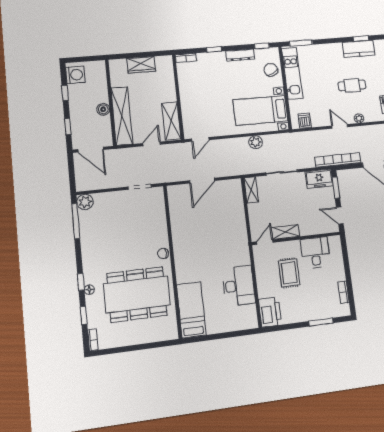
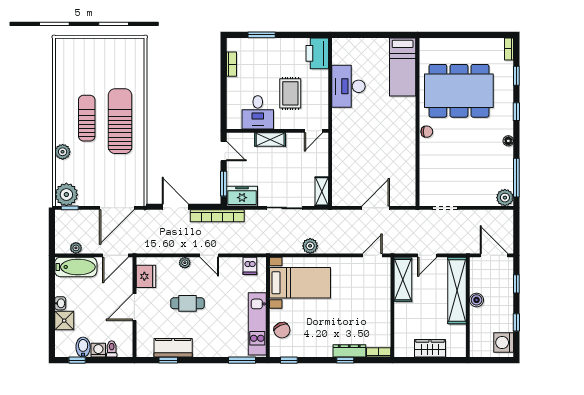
dresser: (240, 55) -> (349, 351), moved
shelving: (285, 232) -> (270, 140), moved
floor lamp: (89, 290) -> (508, 141), moved

